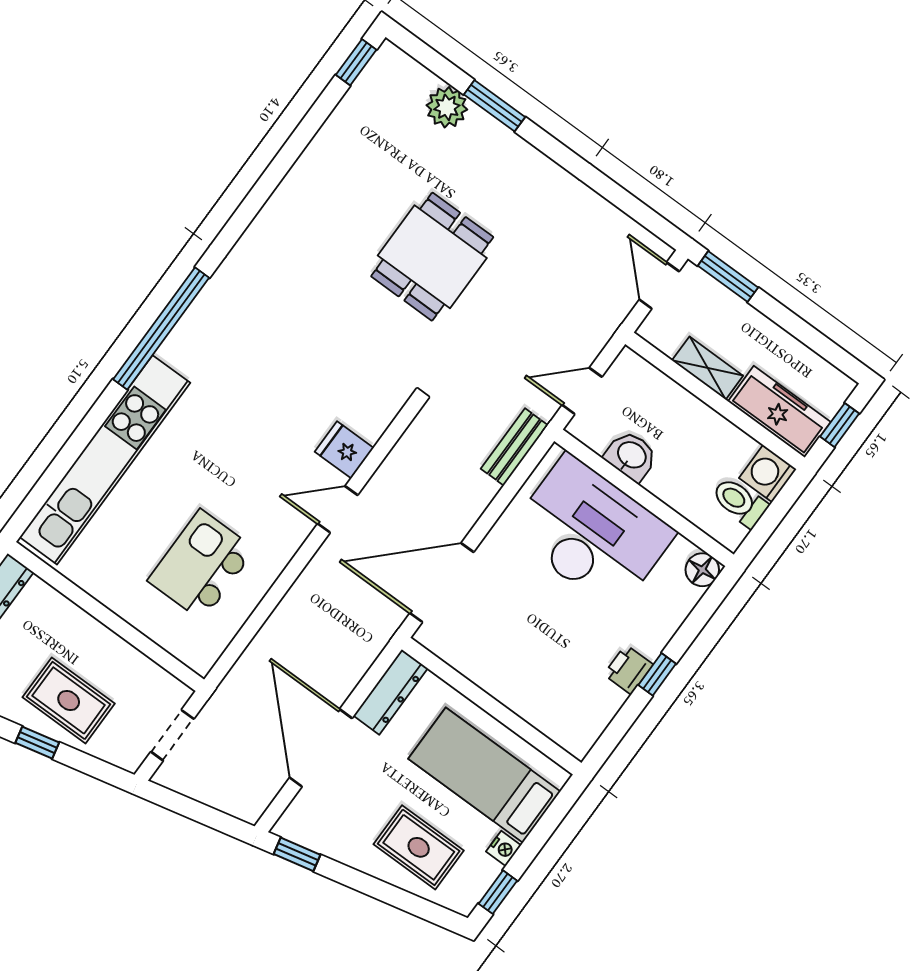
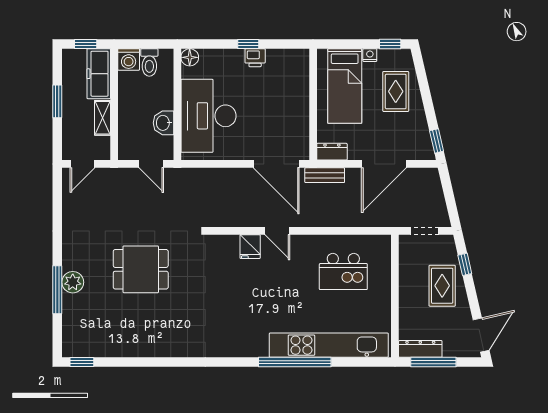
window: (495, 106) -> (57, 290), width x1.44
plant: (447, 107) -> (73, 282), moved
window: (728, 277) -> (57, 101), moved
window: (161, 328) -> (295, 362), moved
bench: (514, 447) -> (325, 175), moved
dresser: (390, 692) -> (332, 152), width x0.70
window: (37, 743) -> (465, 264), moved

